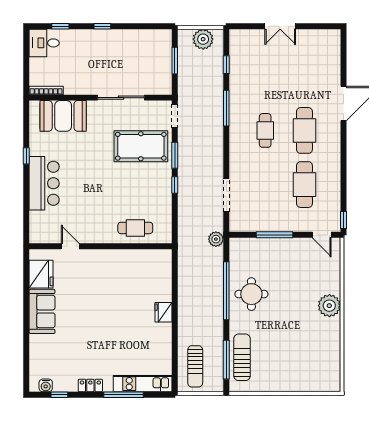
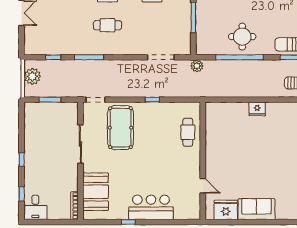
window: (175, 155) -> (128, 100), removed
door: (70, 246) -> (203, 186), swing flipped

